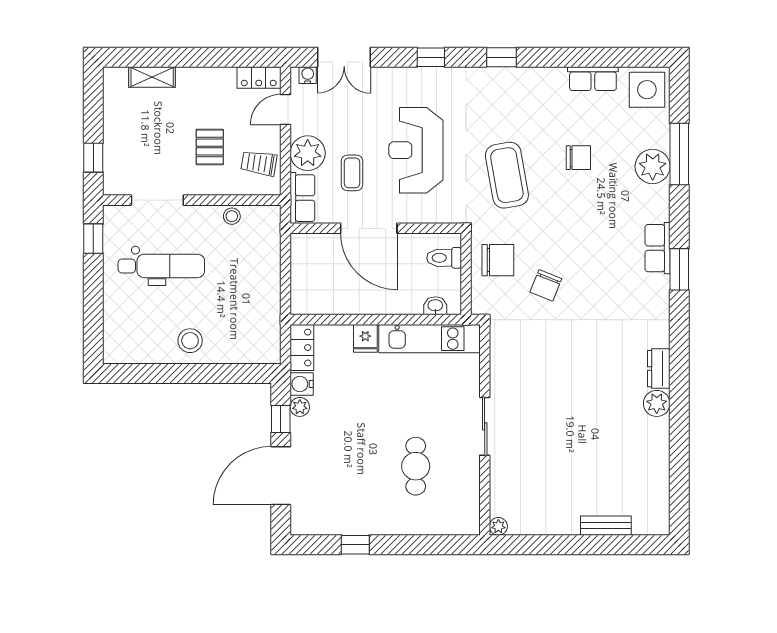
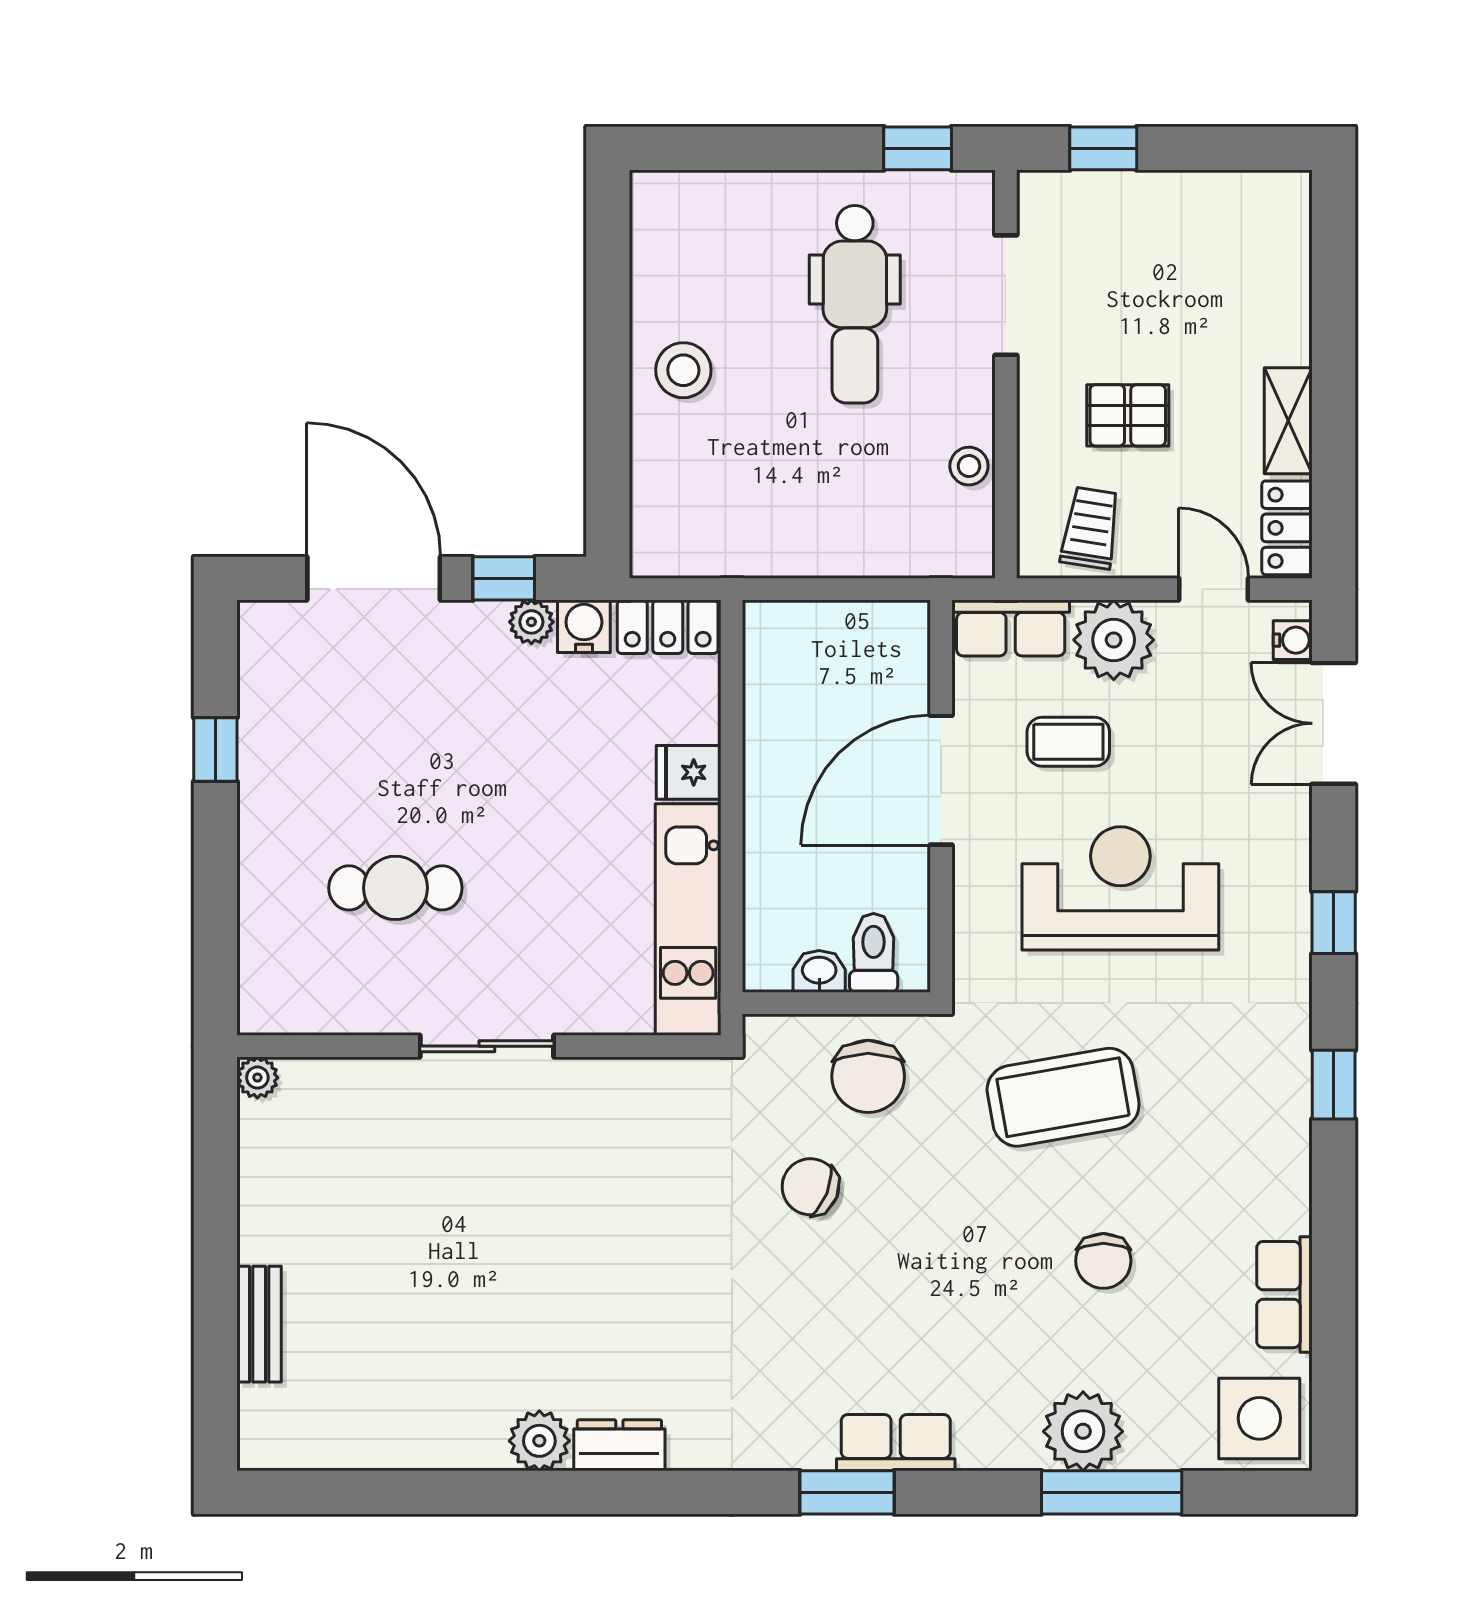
shelving: (152, 77) -> (1288, 421), moved
washbasin: (435, 306) -> (819, 971), moved, turned -90

